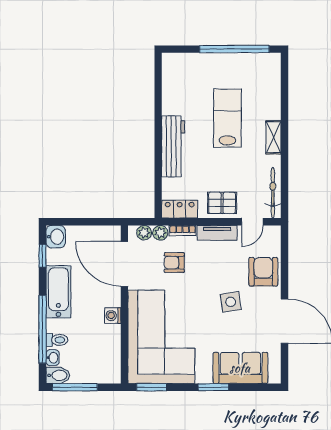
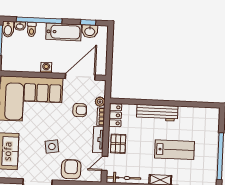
door: (252, 222) -> (105, 163), hinge flipped
plant: (144, 233) -> (101, 91), removed
washbasin: (56, 237) -> (90, 31), moved
armchair: (174, 263) -> (80, 110), turned 90
armchair: (263, 272) -> (71, 169), turned -90

